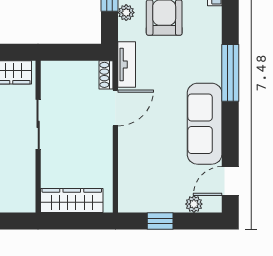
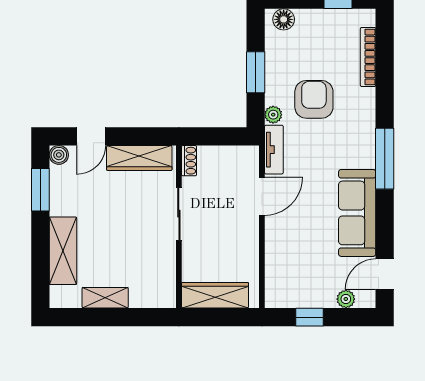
plant: (126, 13) -> (273, 115), moved
shoe rack: (106, 75) -> (189, 161), moved, turned 180

